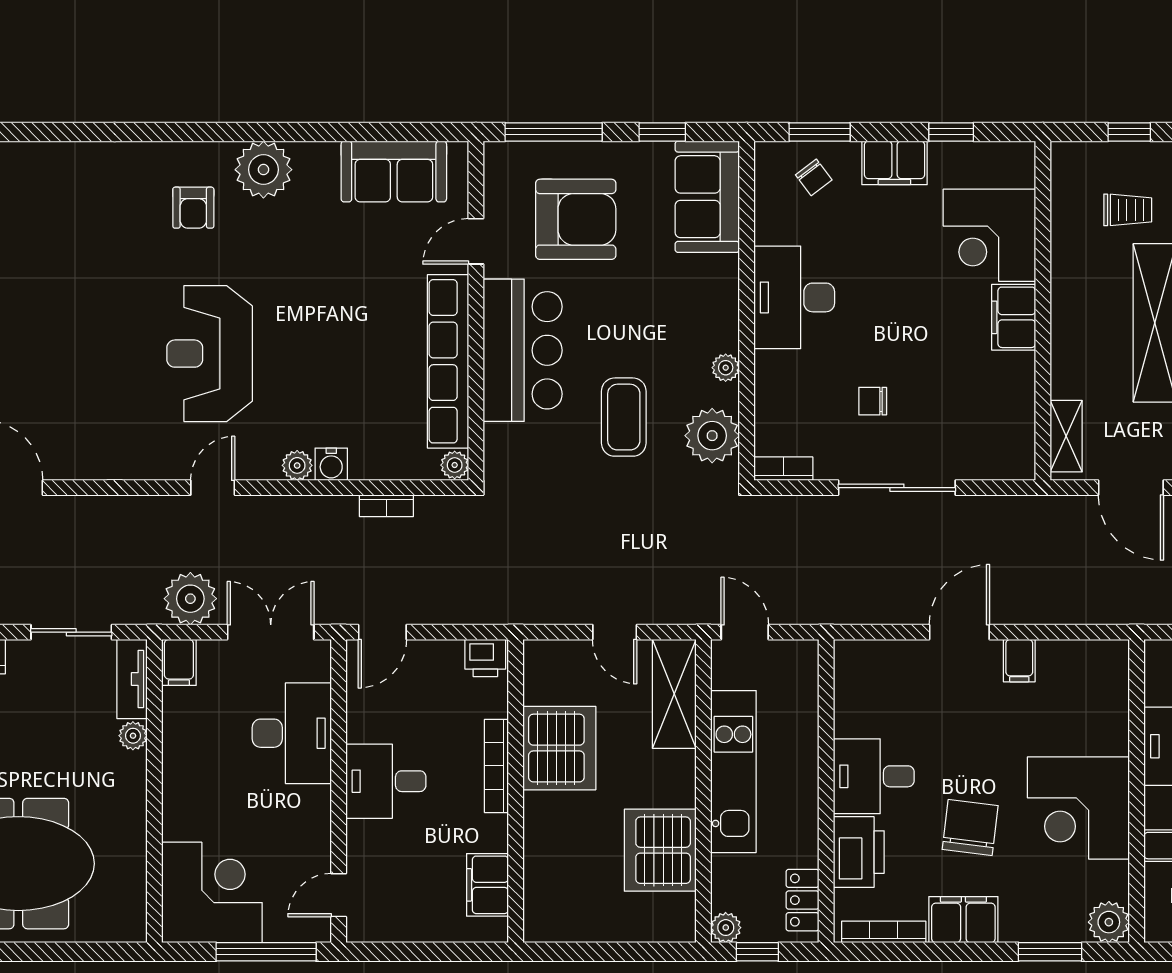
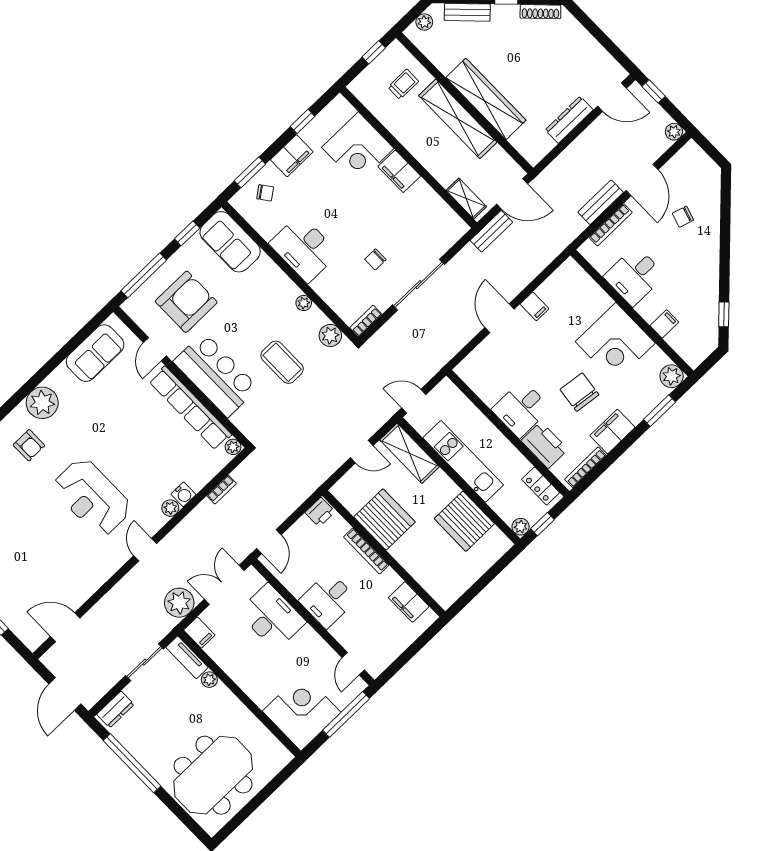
plant: (712, 436) -> (330, 335), width x0.73, depth x0.73
bench: (1058, 510) -> (491, 231), added

